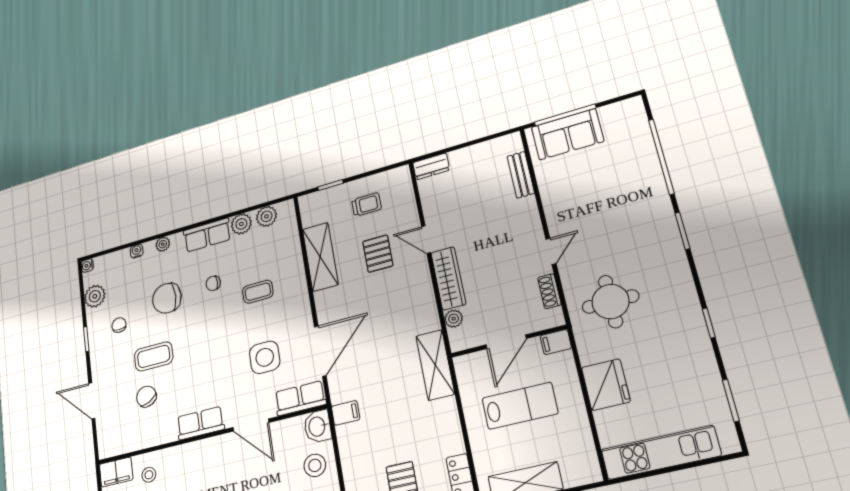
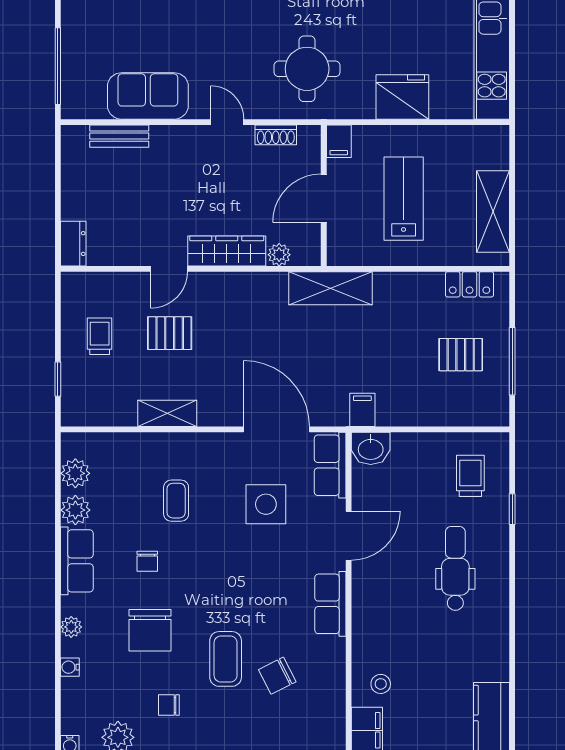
sofa: (567, 134) -> (148, 96), moved, turned -90
shelving: (320, 257) -> (167, 413), width x0.67, depth x0.75
door: (506, 342) -> (324, 198), swing flipped
stool: (315, 465) -> (418, 460), removed

